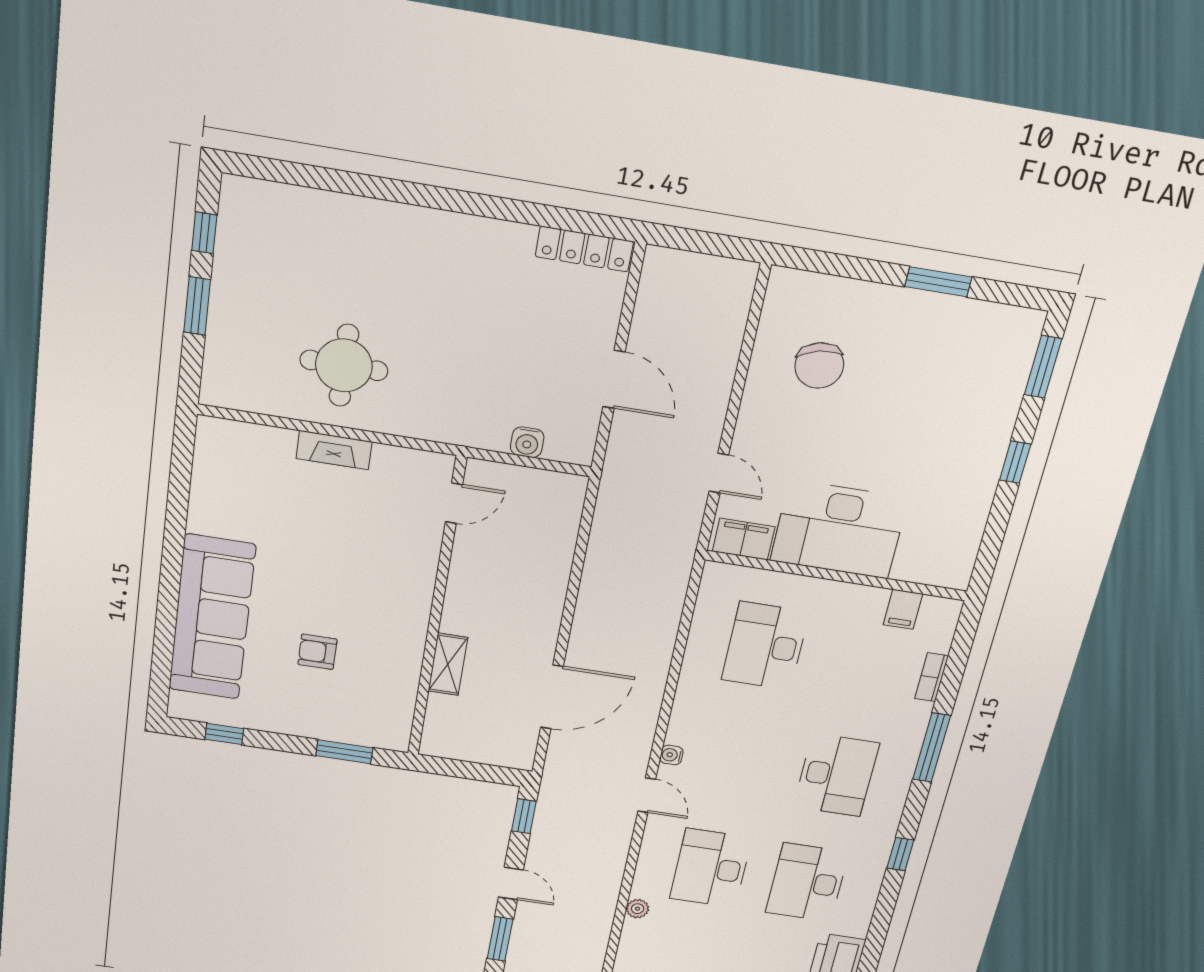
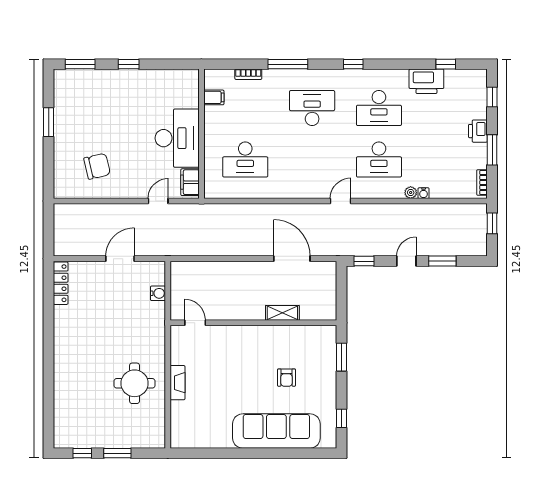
water cooler: (671, 755) -> (424, 193), moved

